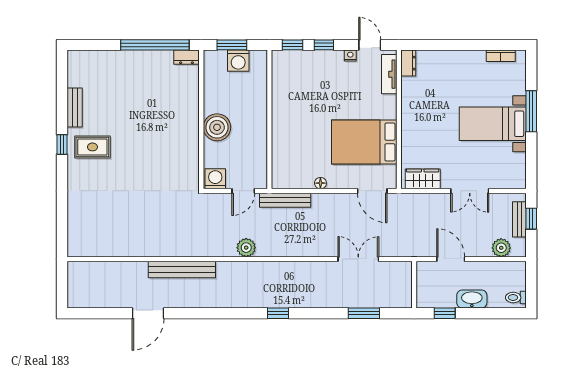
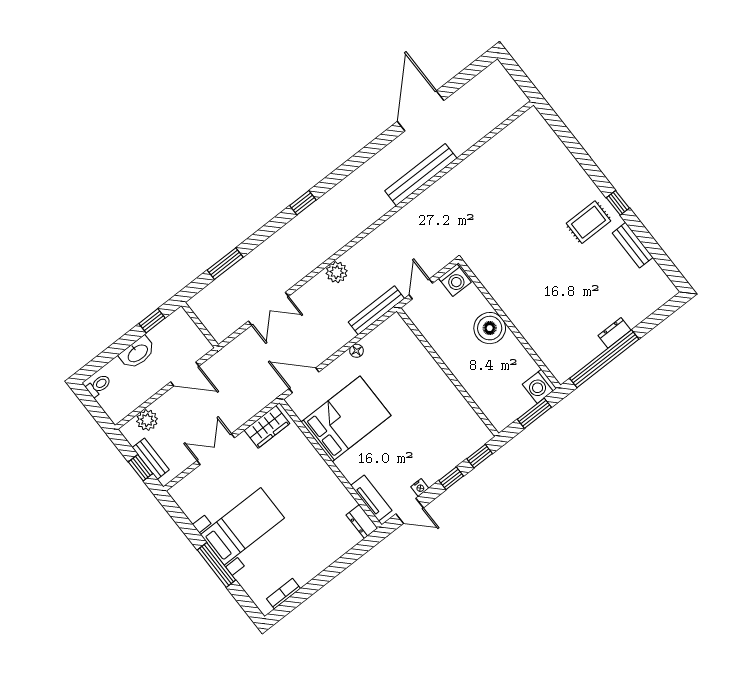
dresser: (187, 57) -> (615, 333), moved
washing machine: (238, 61) -> (539, 386), moved, turned -90
plant: (246, 248) -> (337, 272), moved
door: (148, 313) -> (421, 111), width x1.36

